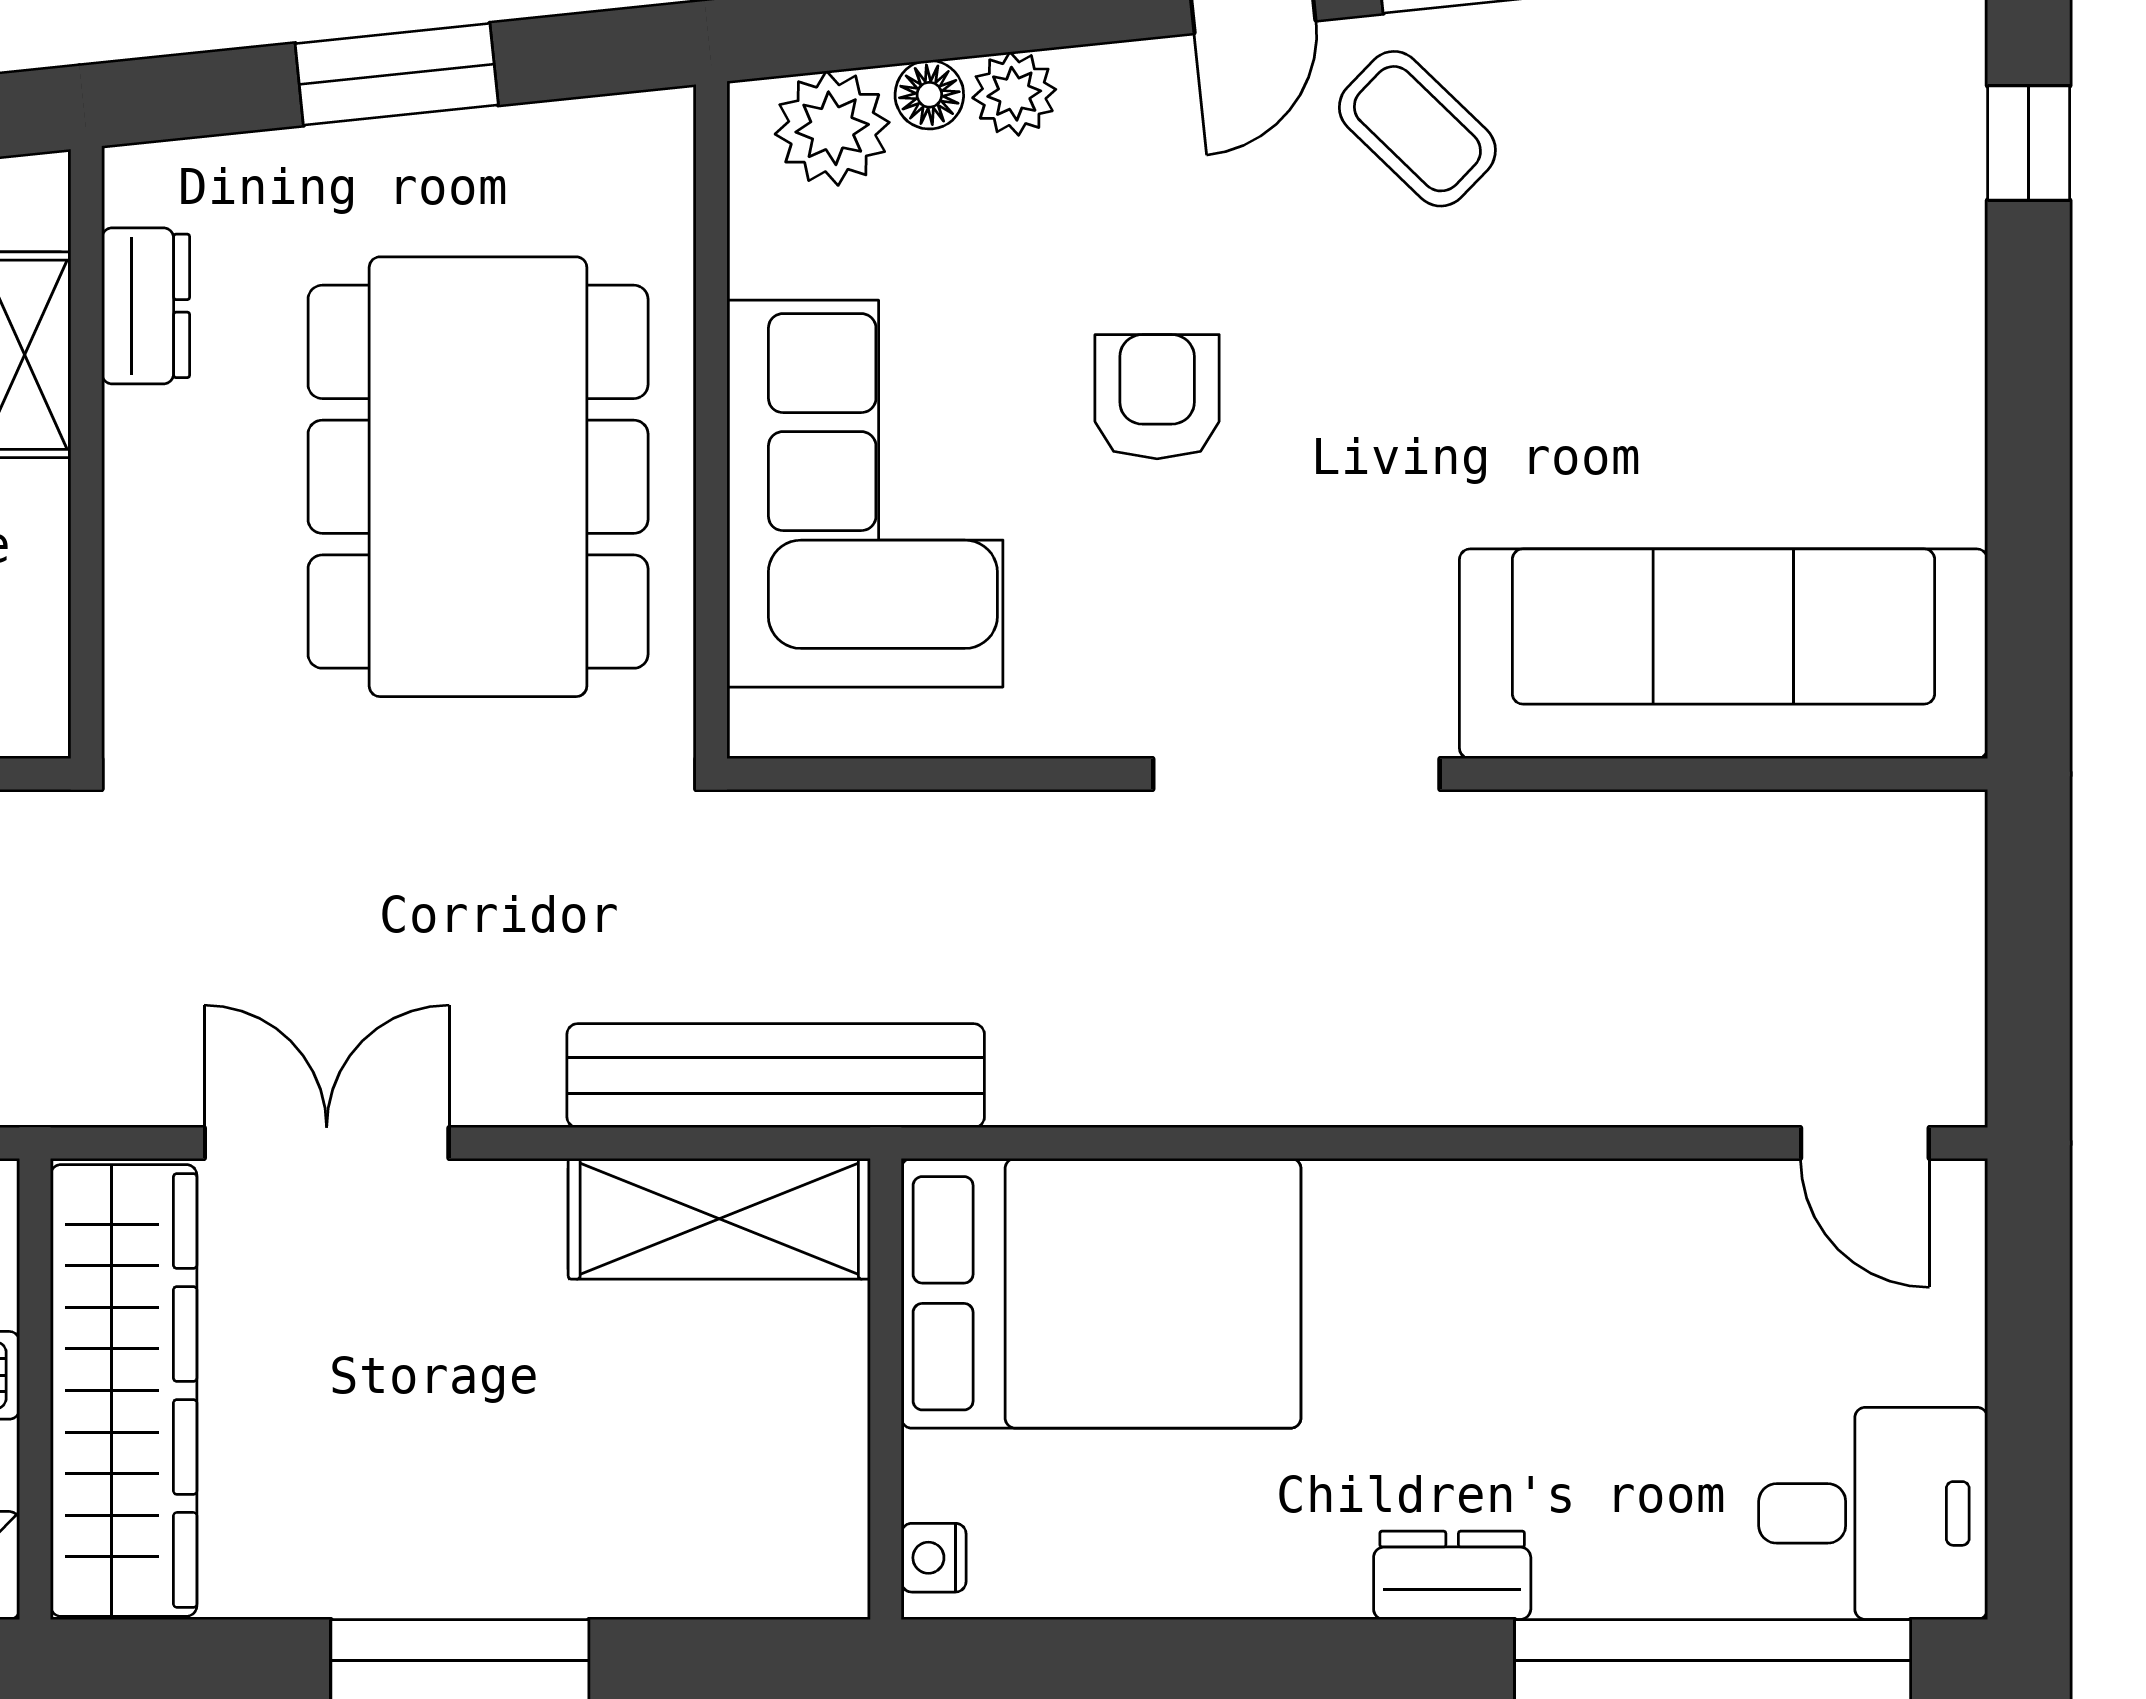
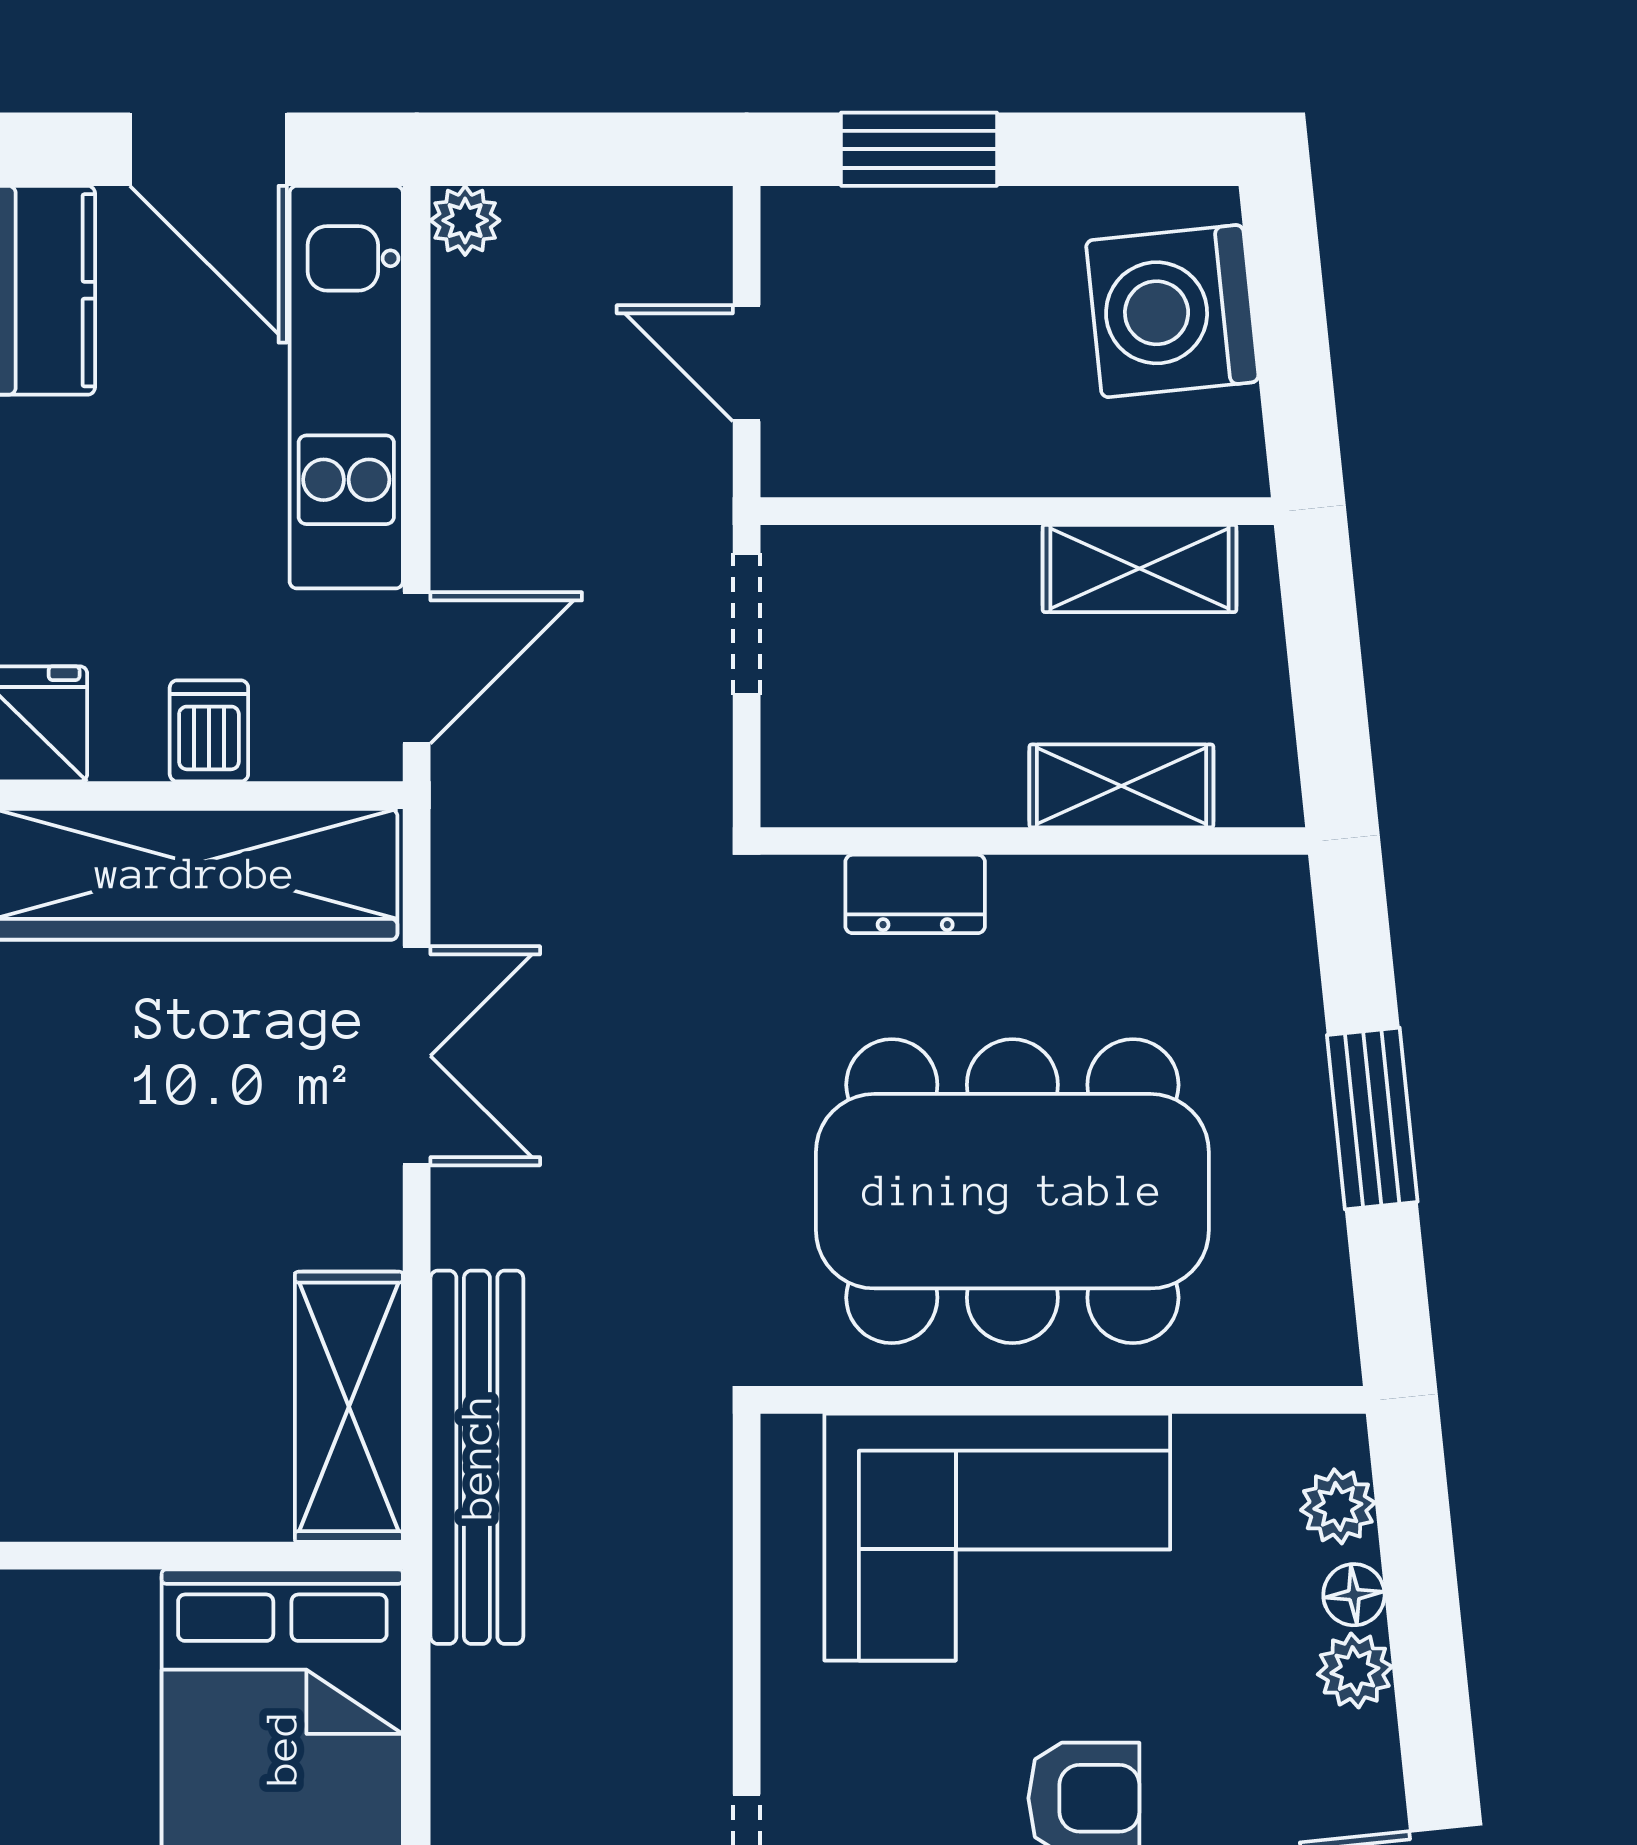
plant: (832, 128) -> (1338, 1506), width x0.73, depth x0.73
dresser: (146, 306) -> (915, 894), moved
nightstand: (934, 1558) -> (46, 1598), removed

